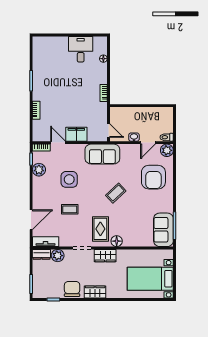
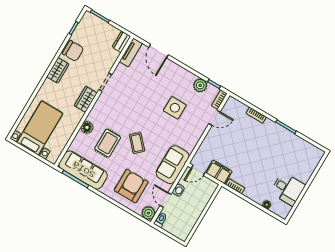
filing cabinet: (76, 134) -> (219, 172), moved, turned -90
sofa: (102, 154) -> (173, 165), moved
armchair: (153, 177) -> (131, 186), turned 90
coffee table: (70, 209) -> (147, 92), removed
rug: (100, 229) -> (108, 143), moved, turned 90
sofa: (163, 230) -> (83, 170), width x1.36
floor lamp: (117, 241) -> (87, 127), moved
plant: (58, 256) -> (112, 56), removed

